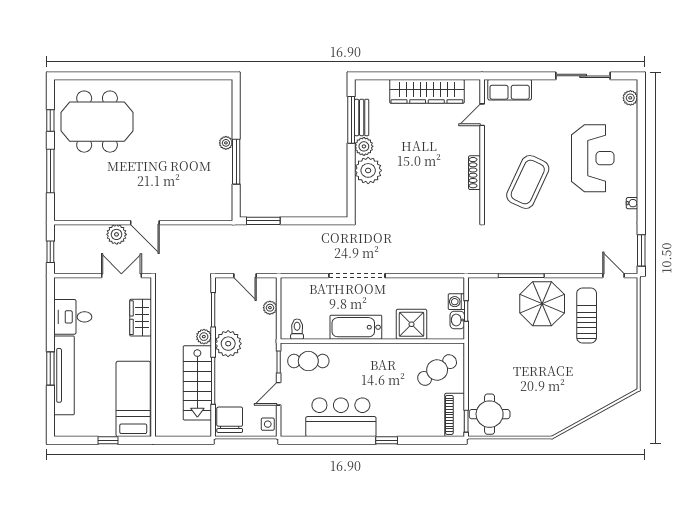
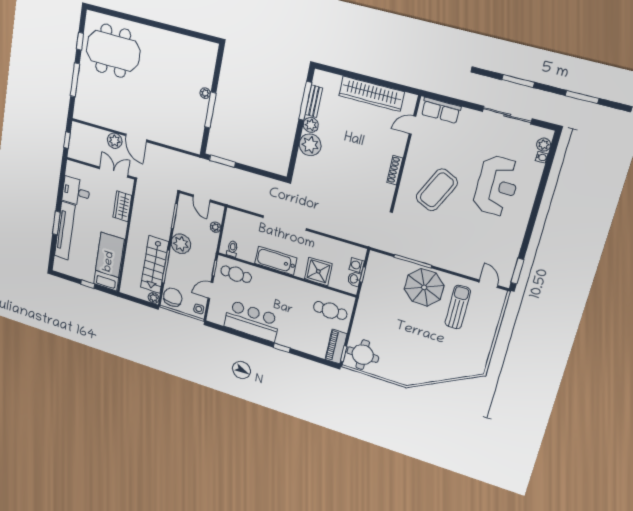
water cooler: (632, 203) -> (542, 157), moved
plant: (204, 337) -> (154, 298), moved
cafe table: (437, 370) -> (330, 311), turned 34

